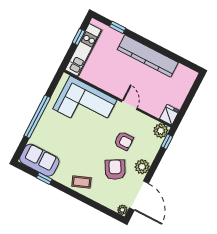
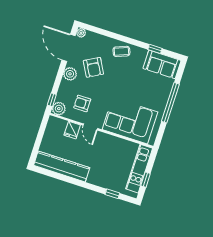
kitchen counter: (148, 56) -> (62, 166), moved
fridge: (169, 115) -> (72, 130), moved
armchair: (124, 141) -> (82, 103), moved

